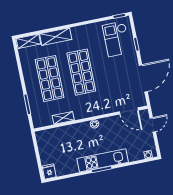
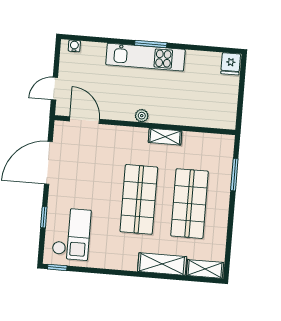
shelving: (63, 118) -> (165, 137), moved

